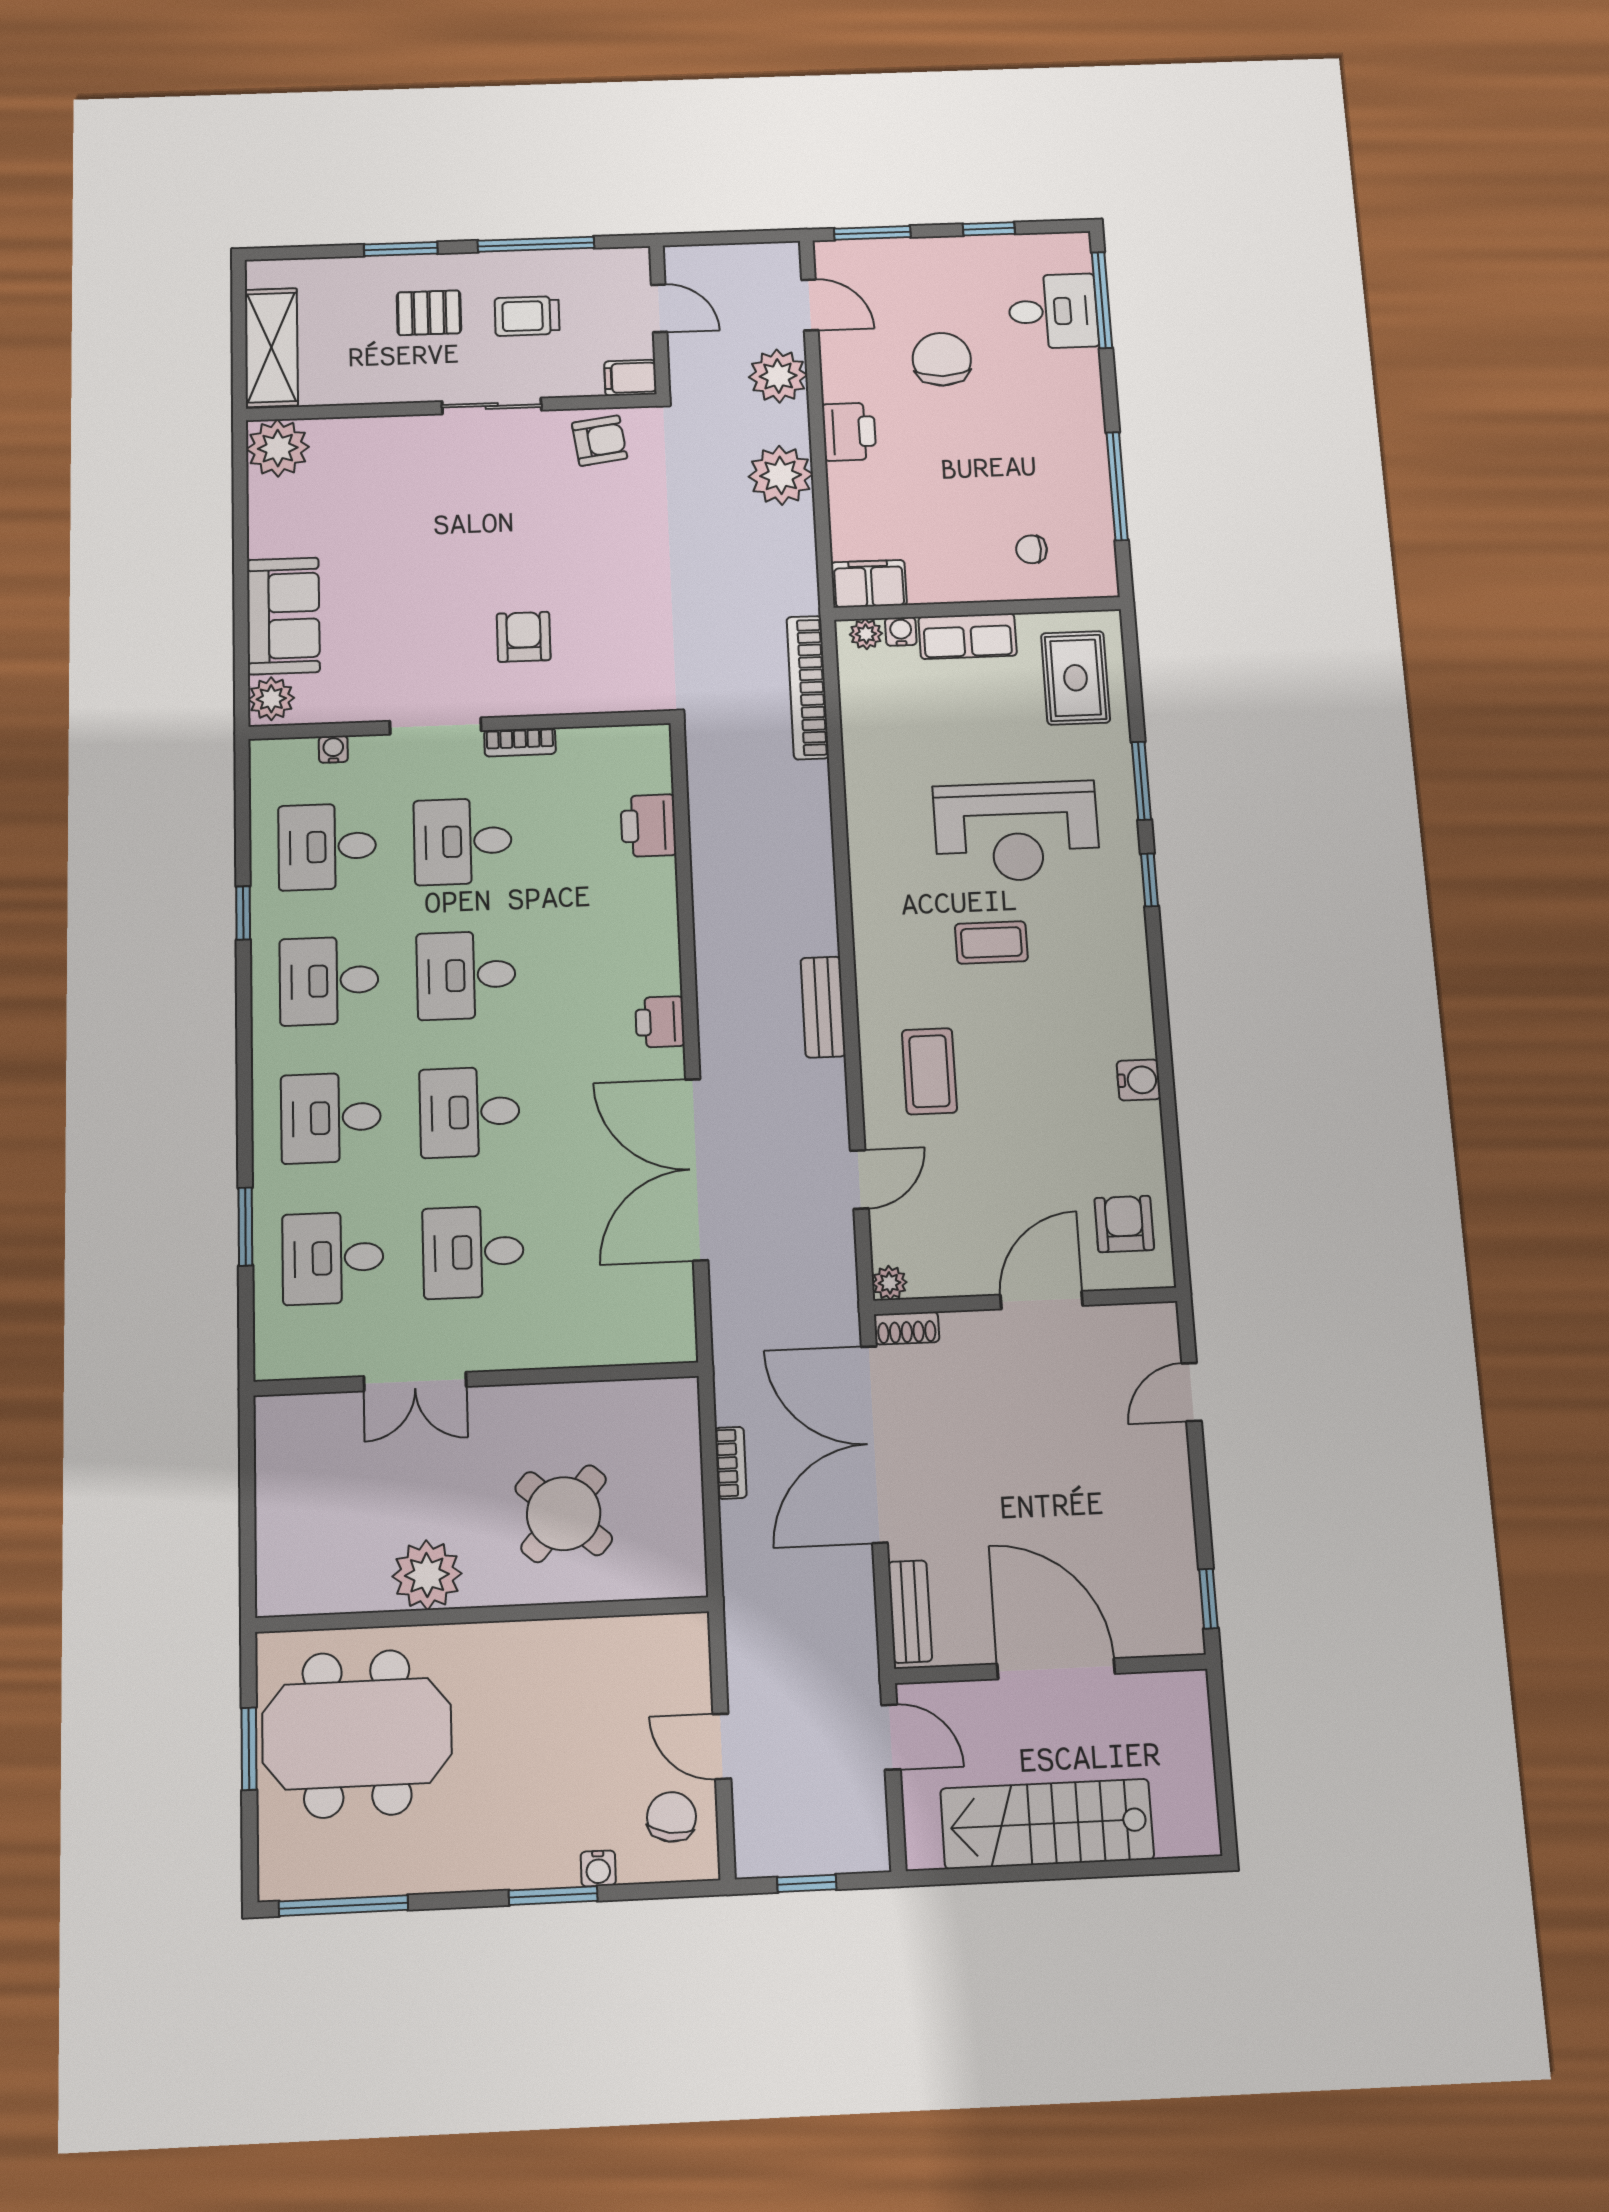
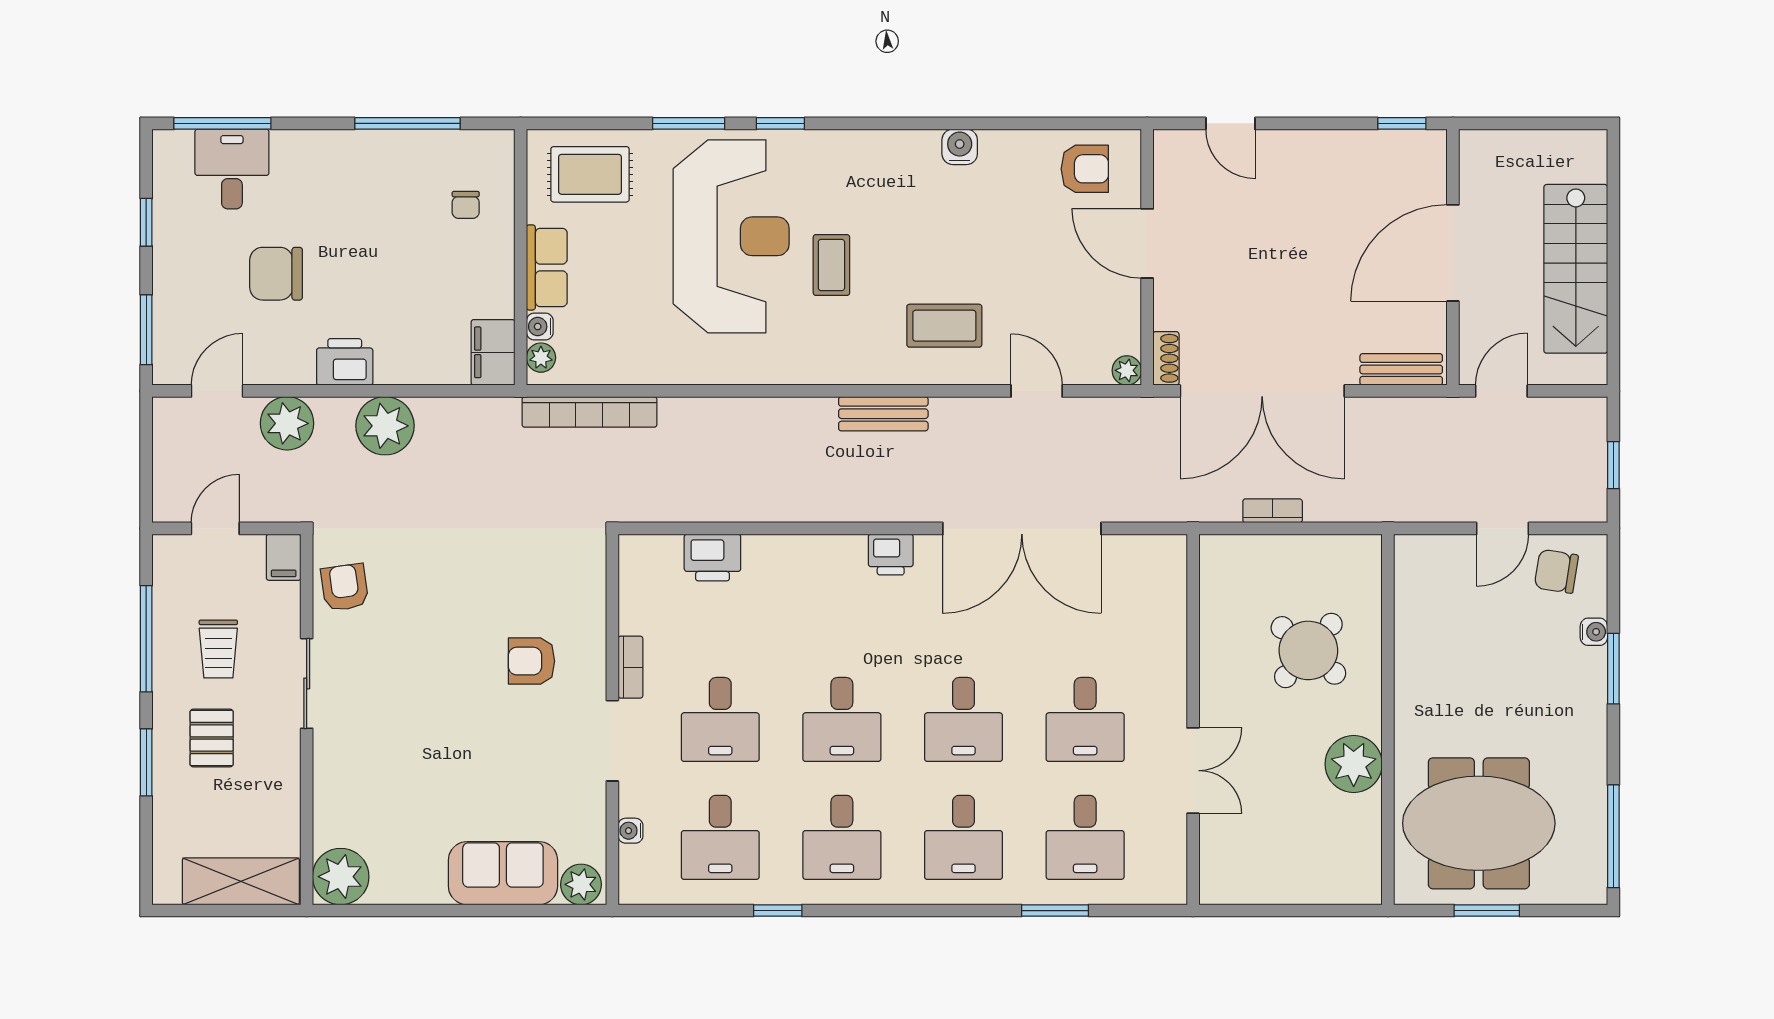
reception desk: (1017, 831) -> (731, 236), width x1.36, depth x1.30
armchair: (1124, 1224) -> (1085, 169), turned 180
meeting table: (357, 1734) -> (1479, 823), turned 90

